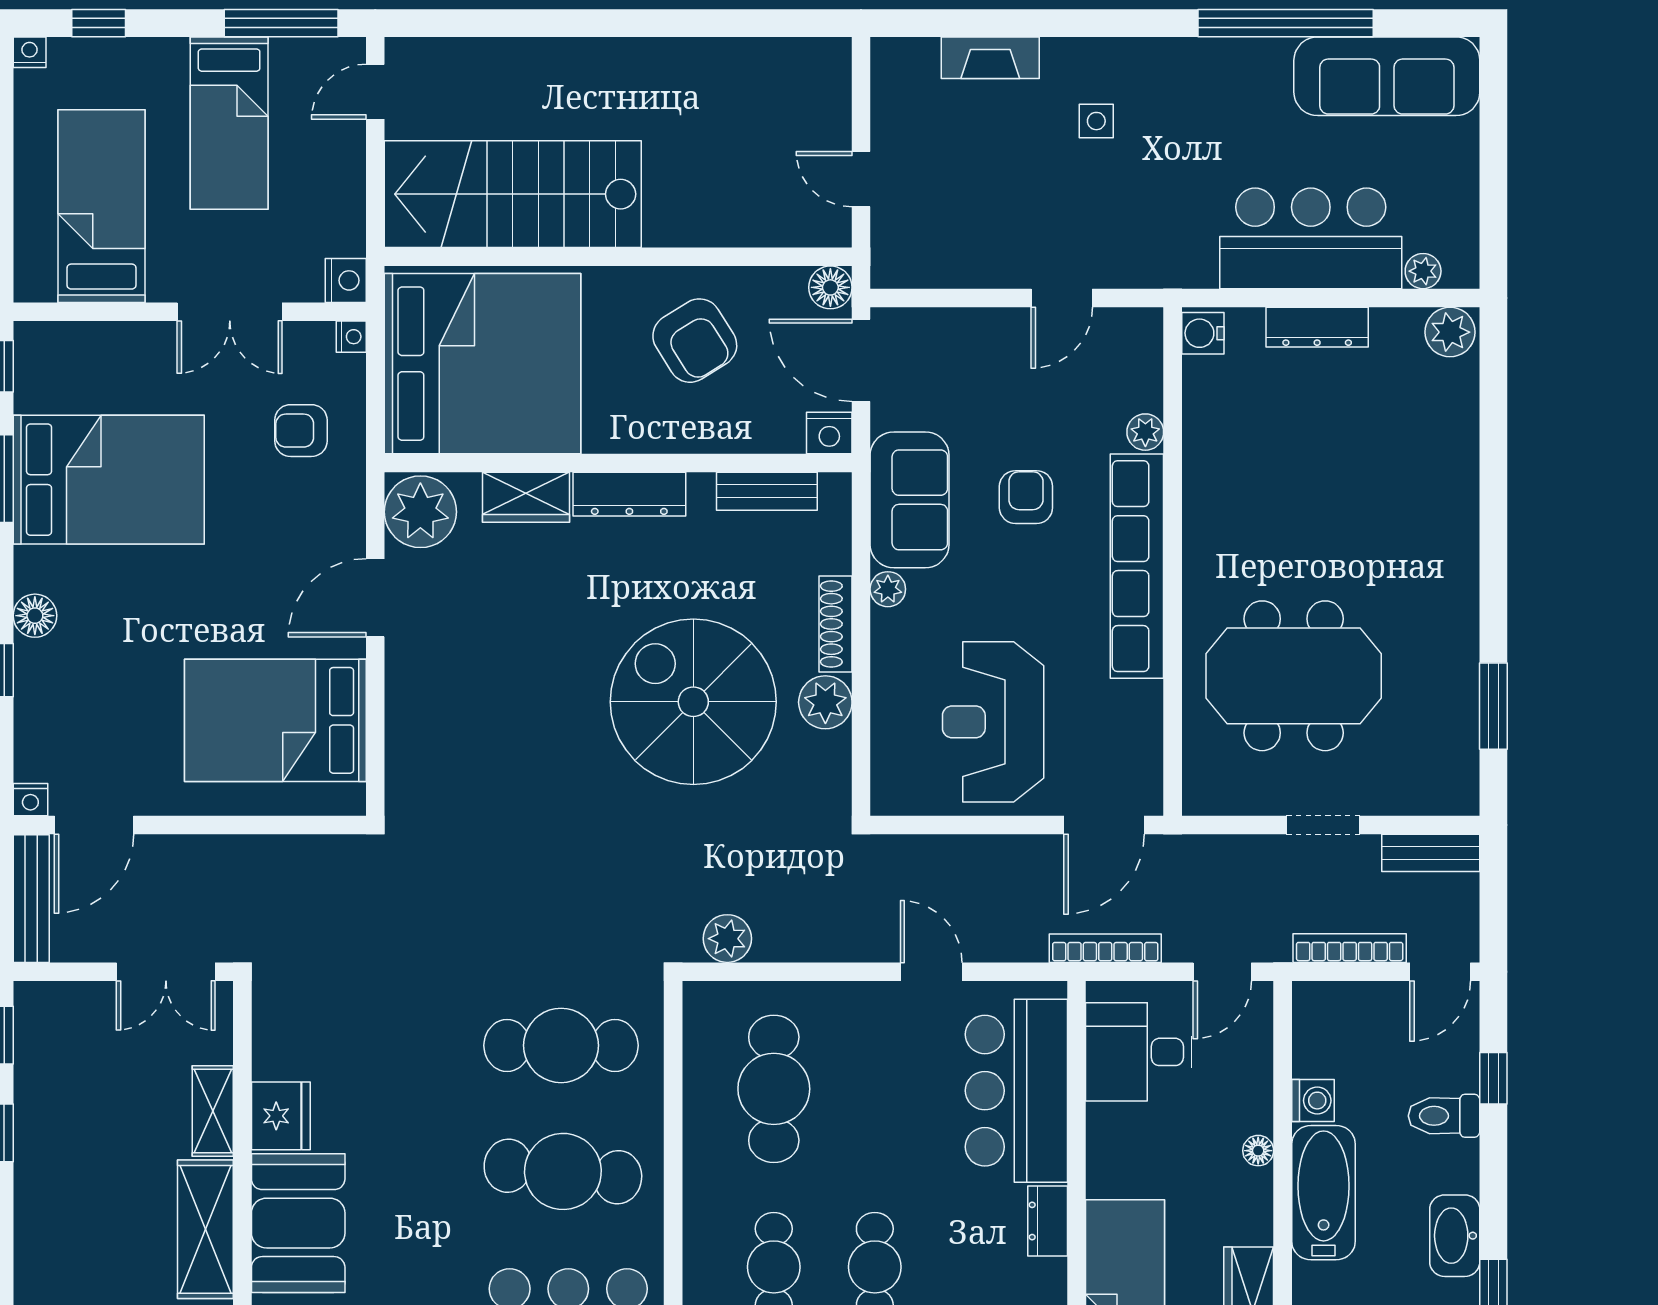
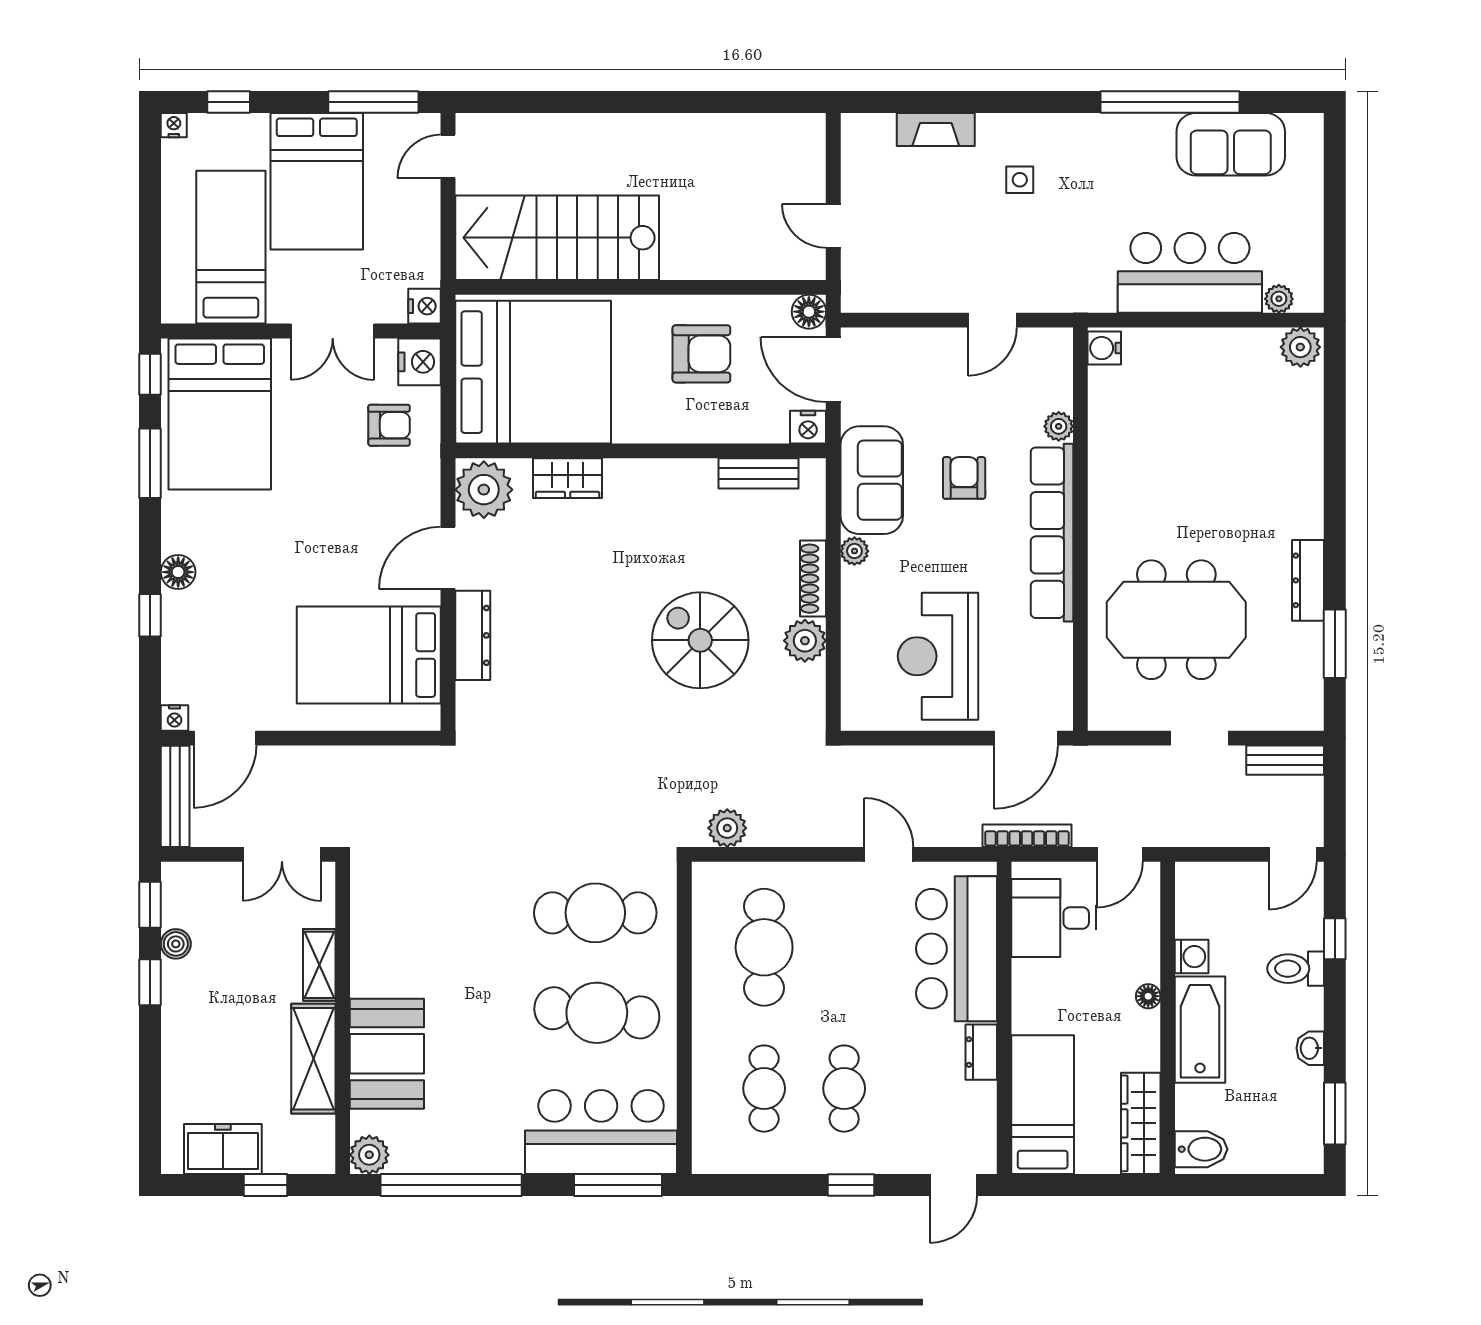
sofa: (1387, 76) -> (1231, 144), width x0.73
bed: (229, 123) -> (317, 181), width x1.50
dresser: (1317, 327) -> (1308, 580), moved, turned 90
nightstand: (351, 337) -> (420, 362), width x1.89, depth x1.79
armchair: (695, 341) -> (701, 354), turned -58
armchair: (301, 431) -> (389, 425), turned 180
bed: (109, 480) -> (220, 414), moved, turned 90
dresser: (629, 494) -> (473, 635), moved, turned -90
spiral stairs: (693, 702) -> (700, 640), width x0.73, depth x0.73
bookcase: (1350, 948) -> (1221, 836), removed
boiler: (32, 1085) -> (176, 944), added
fridge: (281, 1116) -> (373, 969), removed
washbasin: (1455, 1236) -> (1310, 1048), width x0.52, depth x0.69

